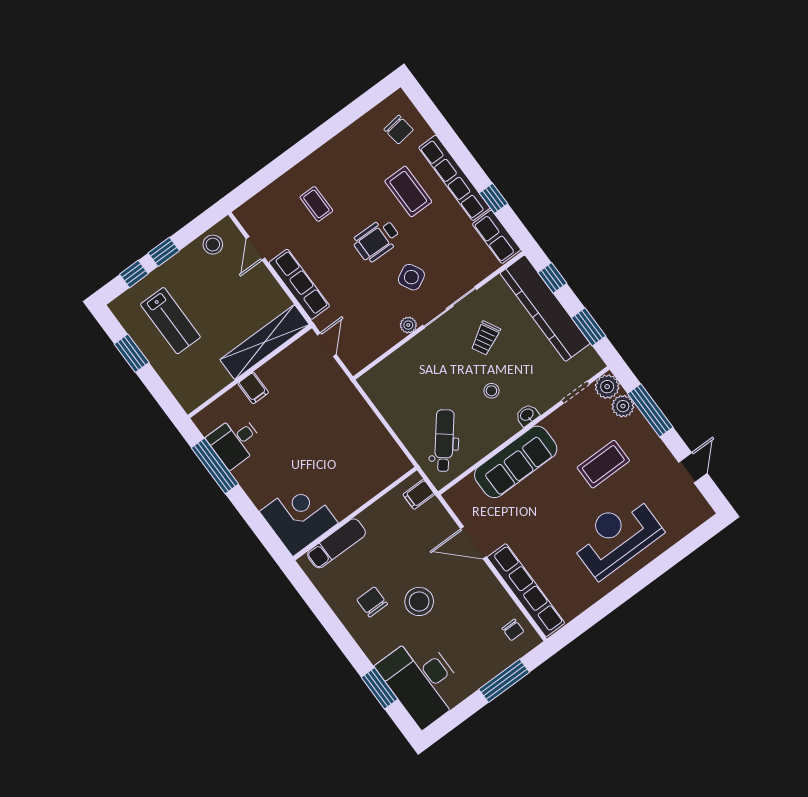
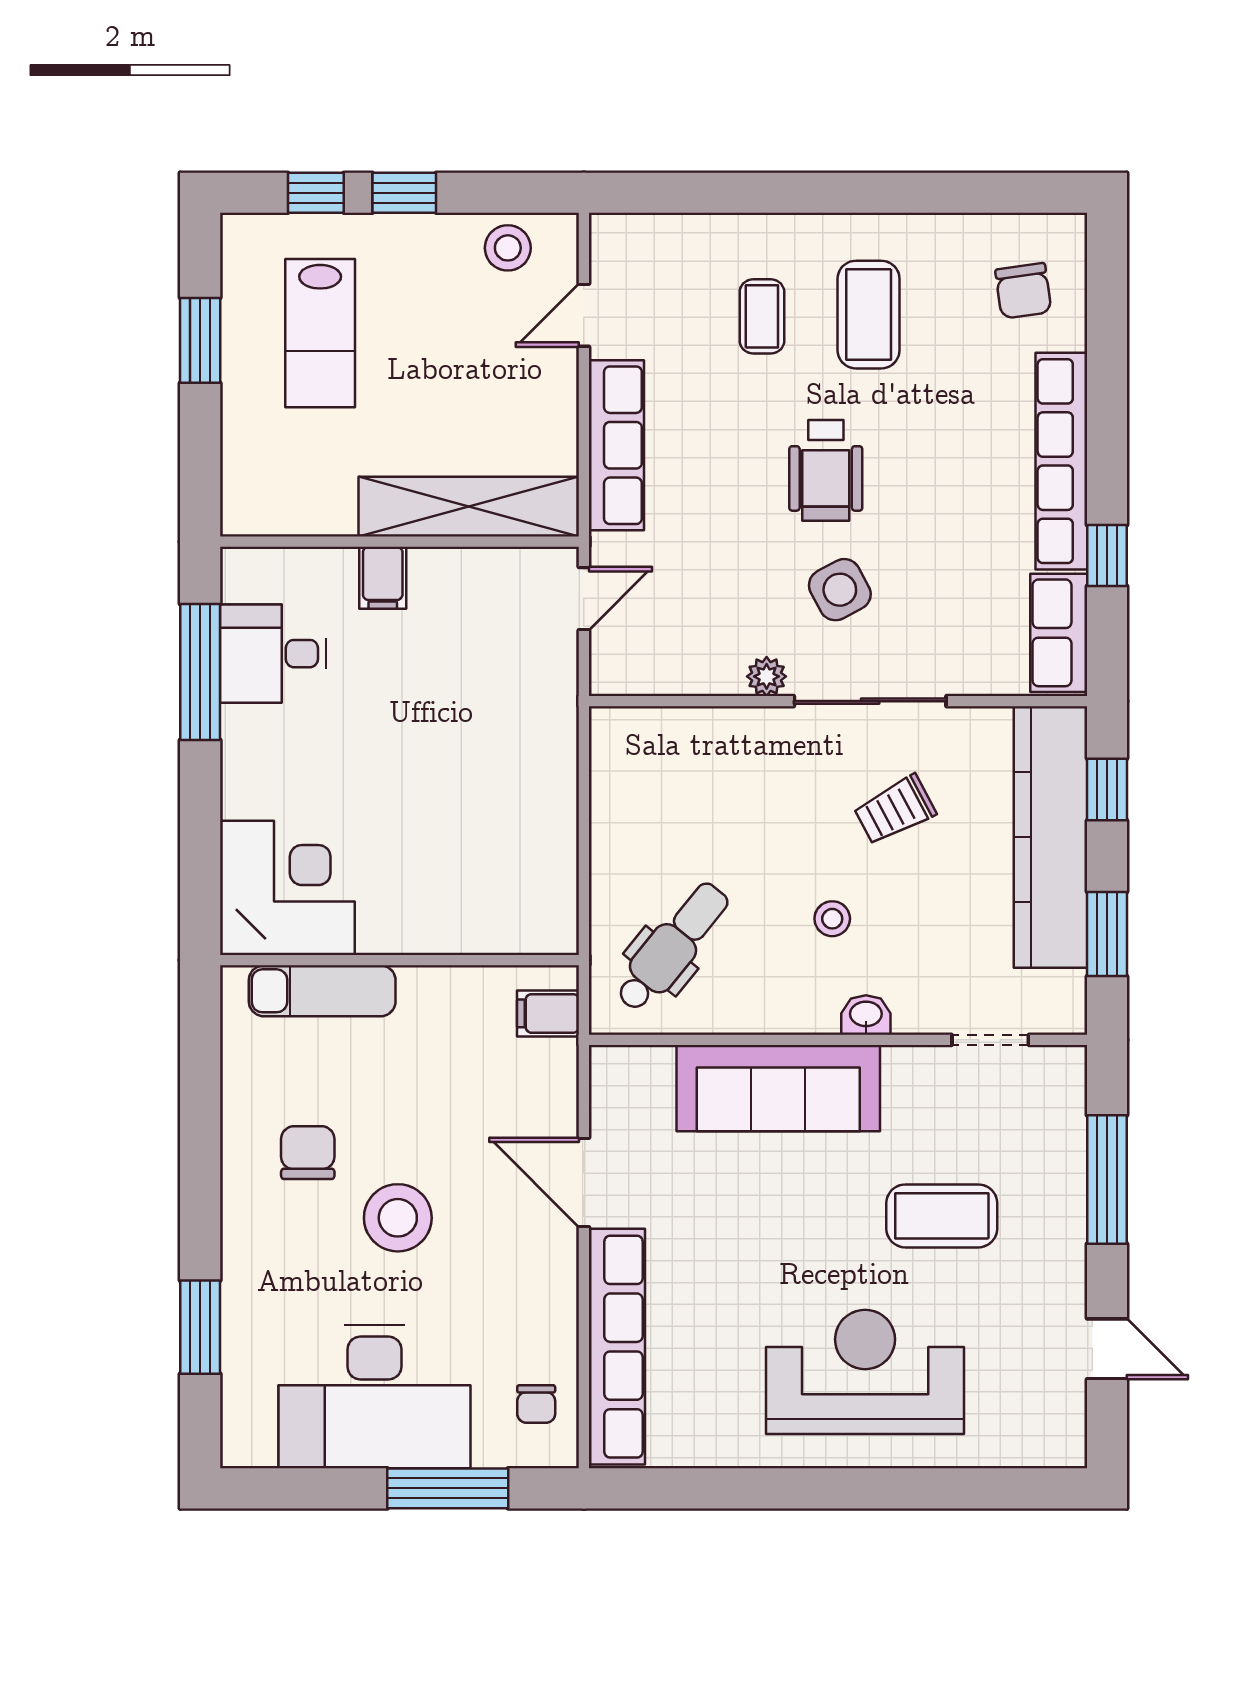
coffee table: (408, 191) -> (869, 315), moved
wheelchair: (377, 240) -> (826, 470), turned -91
plant: (607, 387) -> (1058, 1074), removed
plant: (623, 406) -> (1061, 1133), removed
door: (693, 468) -> (1107, 1349), hinge flipped
desk: (422, 681) -> (374, 1397), moved, turned -90

